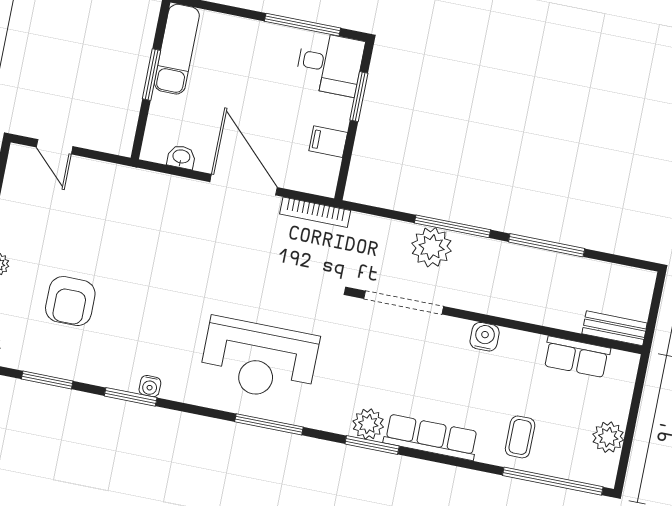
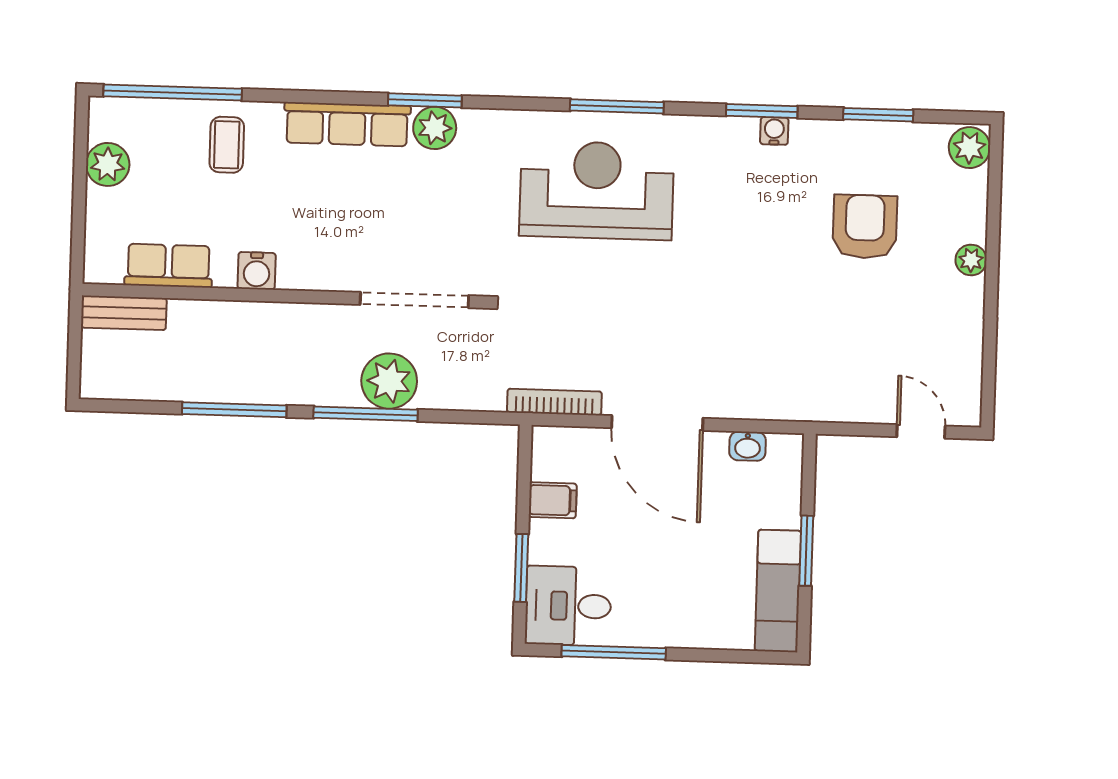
water cooler: (485, 337) -> (257, 271), moved
water cooler: (150, 386) -> (774, 131), moved
window: (269, 424) -> (617, 106), moved

